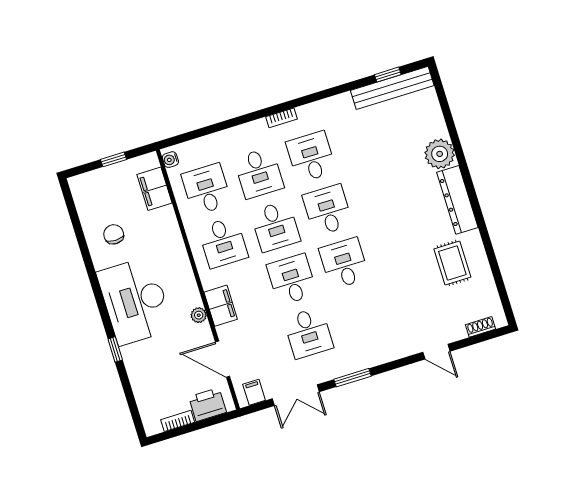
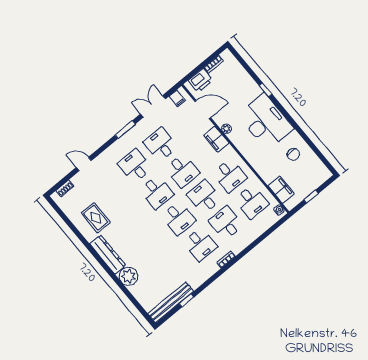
window: (388, 75) -> (187, 300), moved
desk: (223, 242) -> (230, 175), turned 180
desk: (361, 317) -> (135, 166), added

